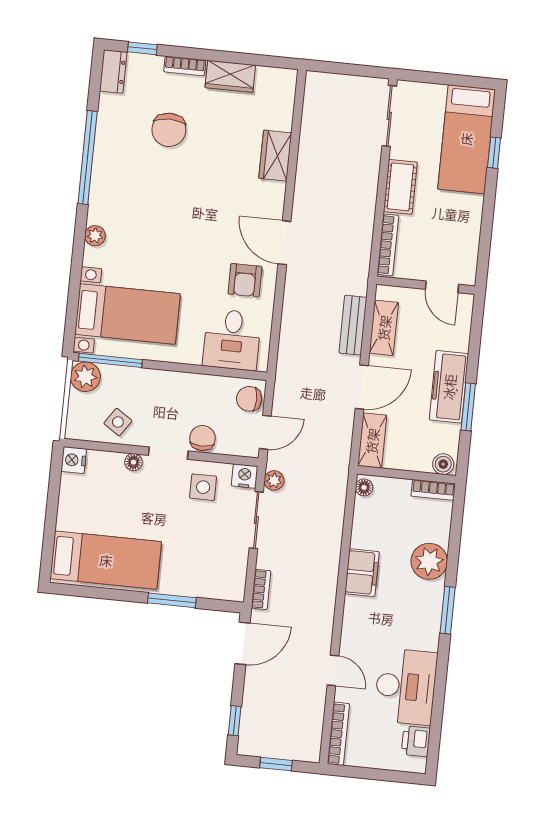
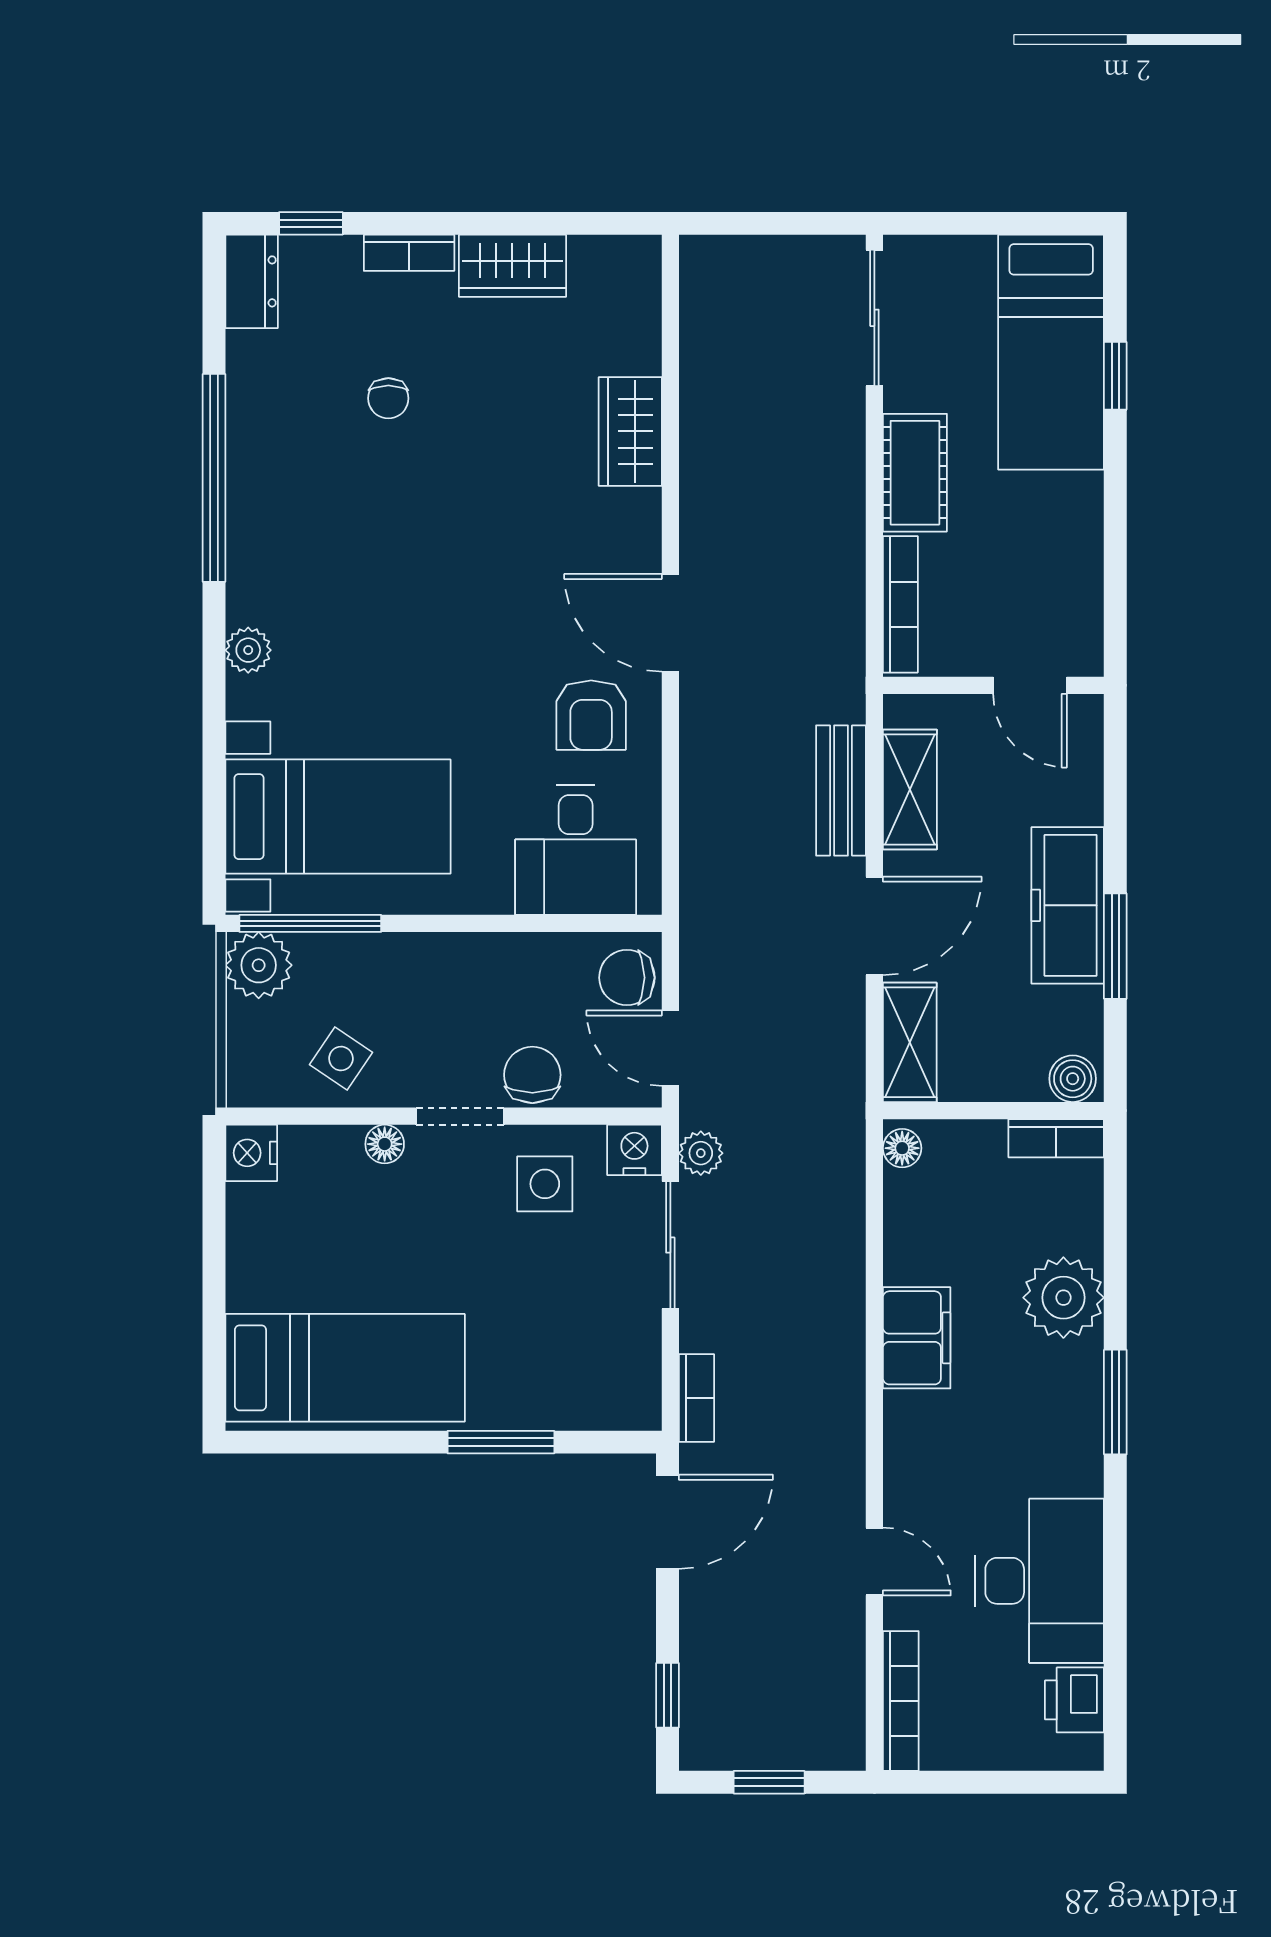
chair: (169, 130) -> (388, 398), width x0.54, depth x0.54
door: (265, 432) -> (670, 1048), swing flipped

